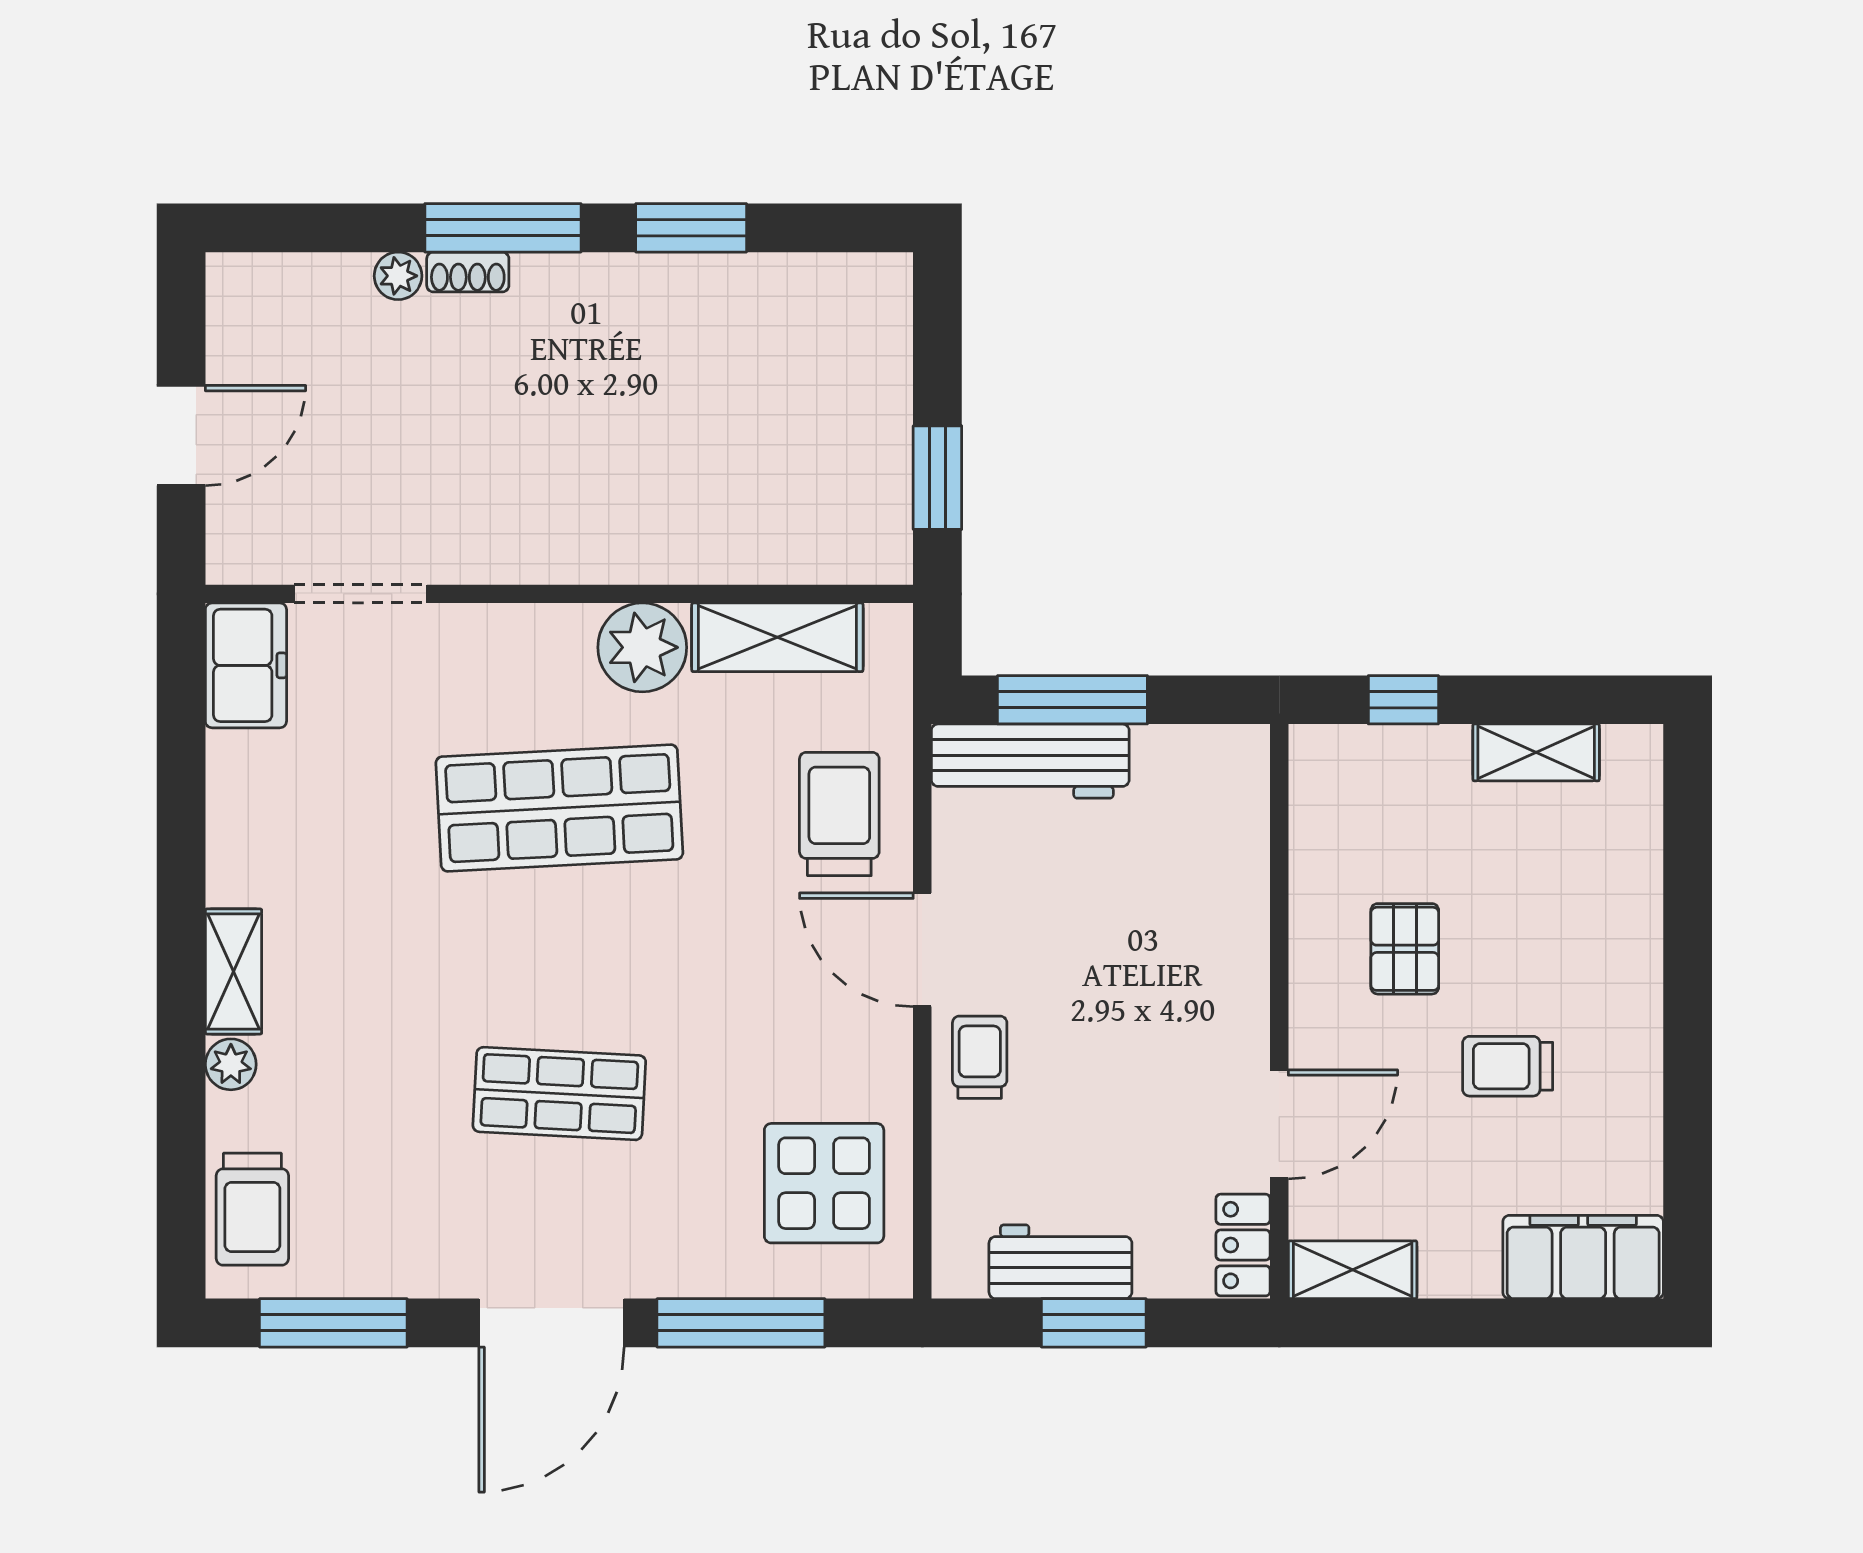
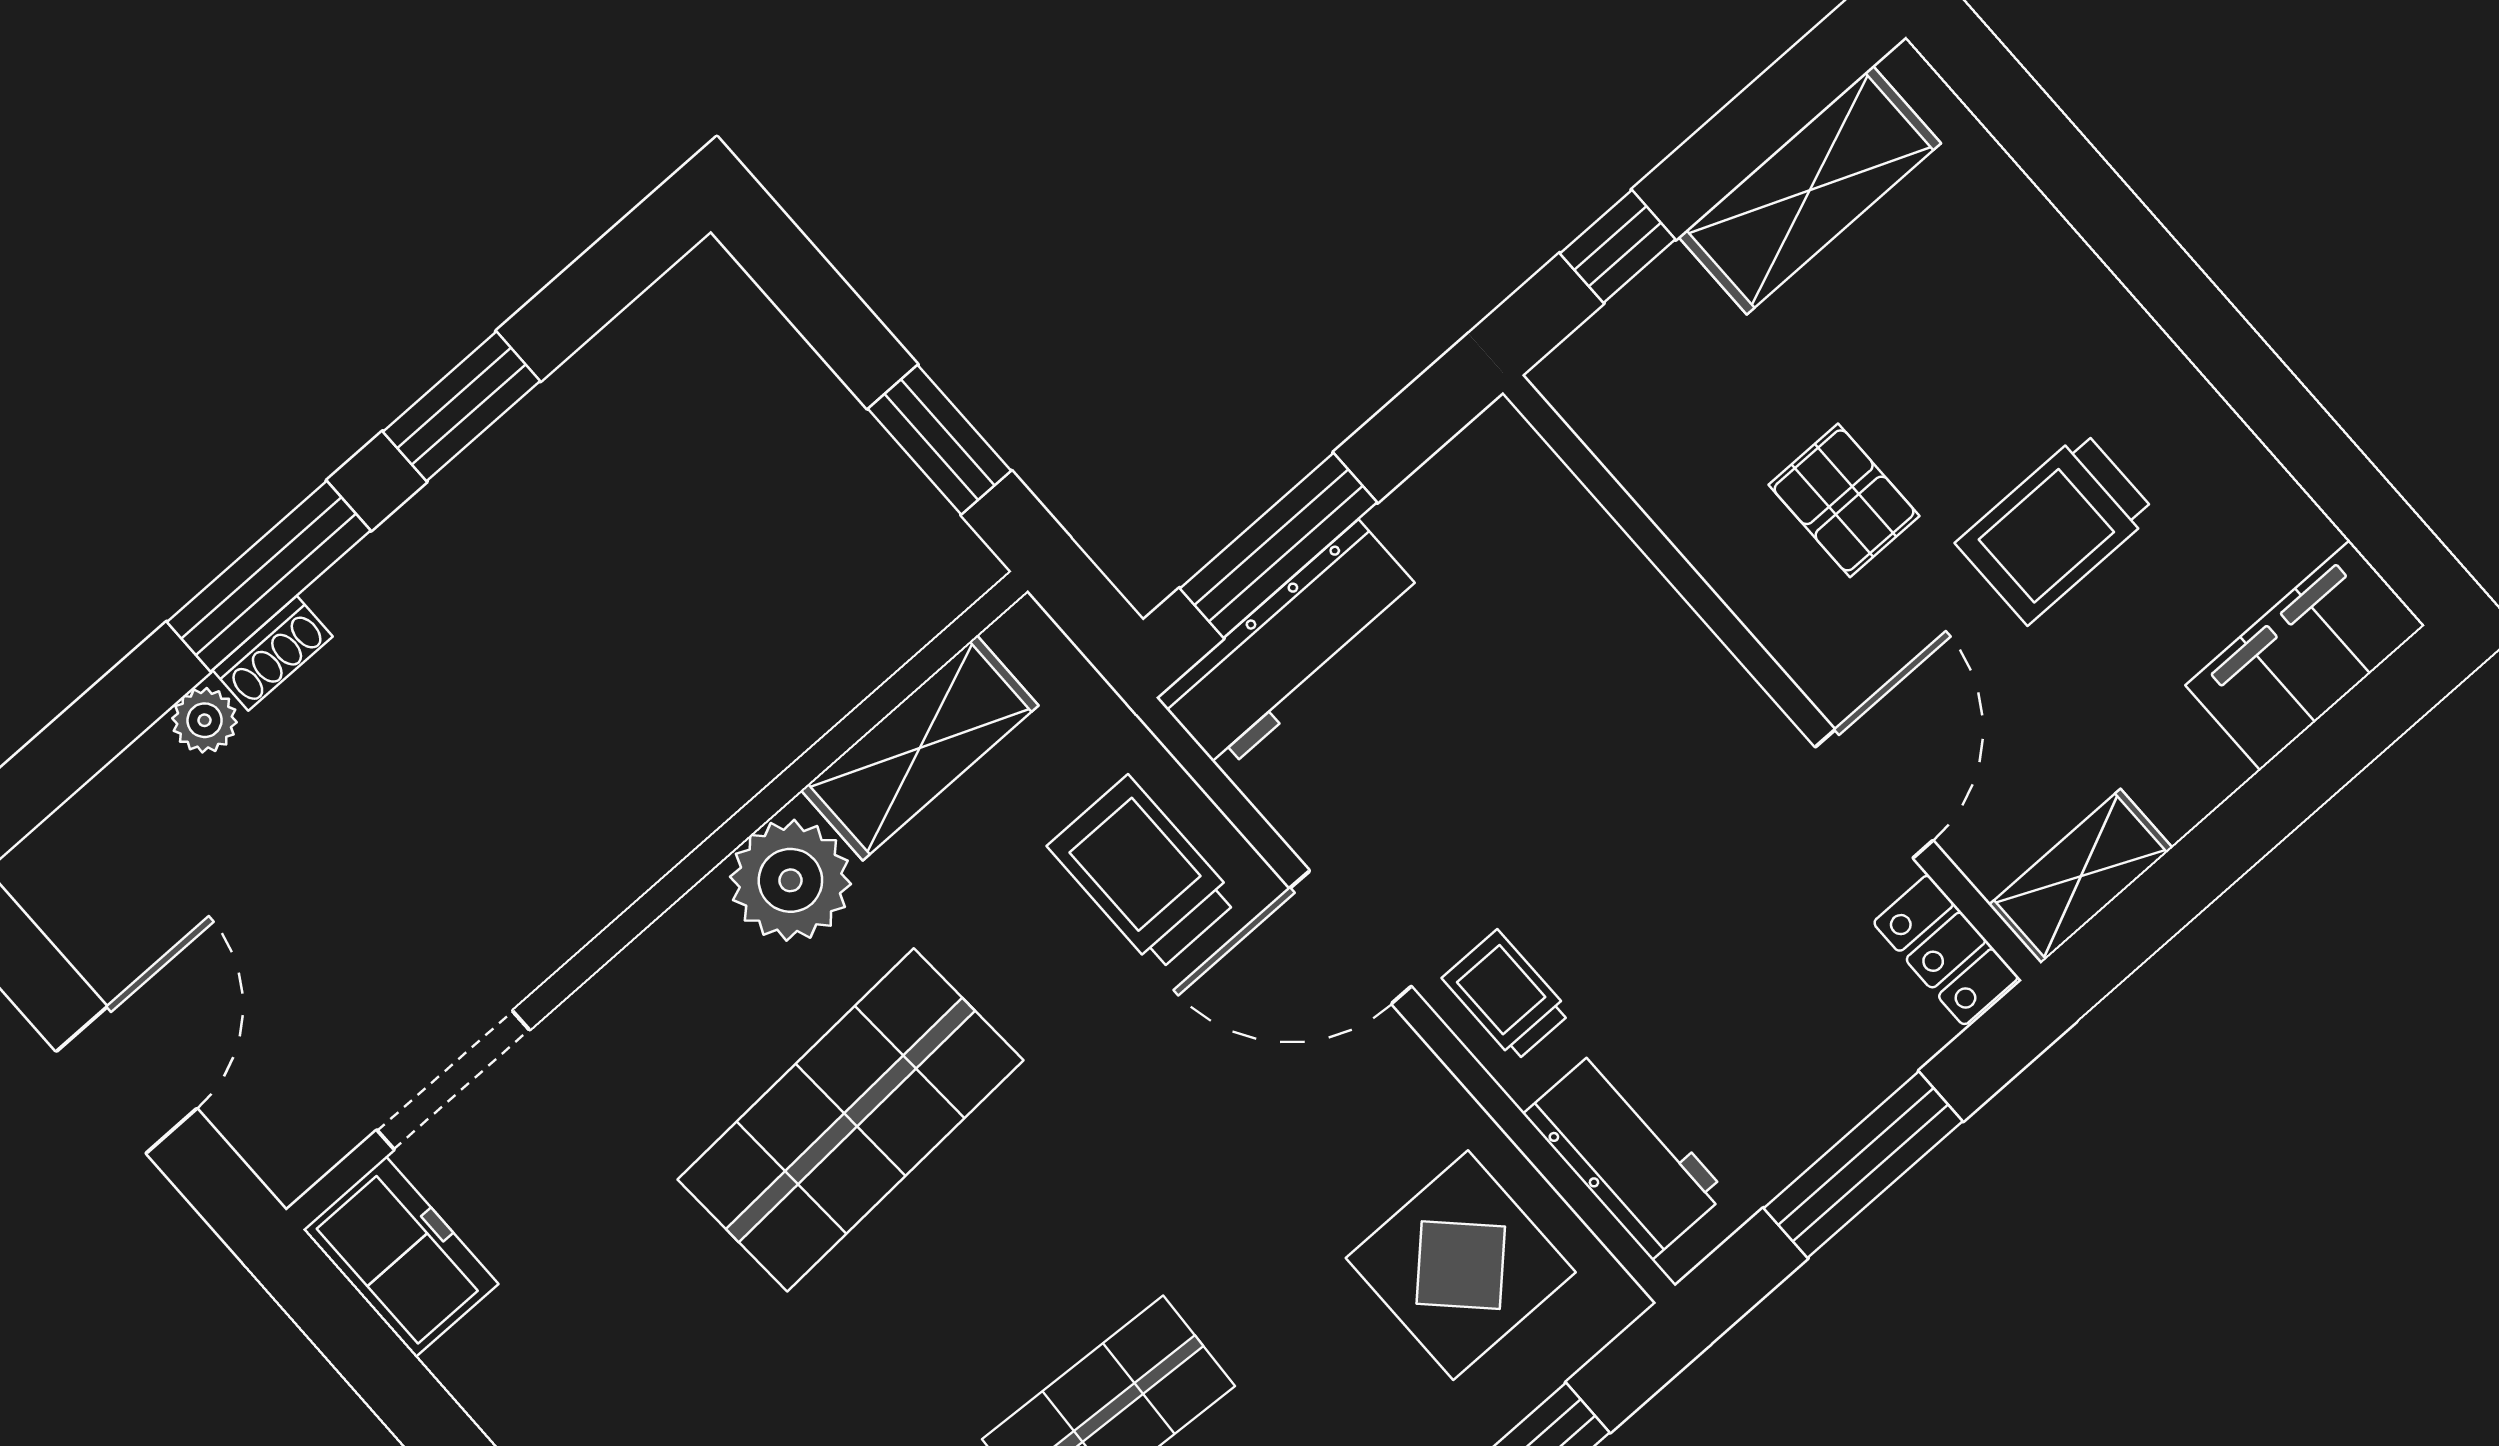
shelving: (1536, 752) -> (1810, 190), width x1.50, depth x1.33
trolley: (1508, 1066) -> (2055, 528), width x1.36, depth x1.39
workbench: (1060, 1262) -> (1625, 1154), moved, turned 90
window: (1094, 1323) -> (1863, 1165), width x1.44

